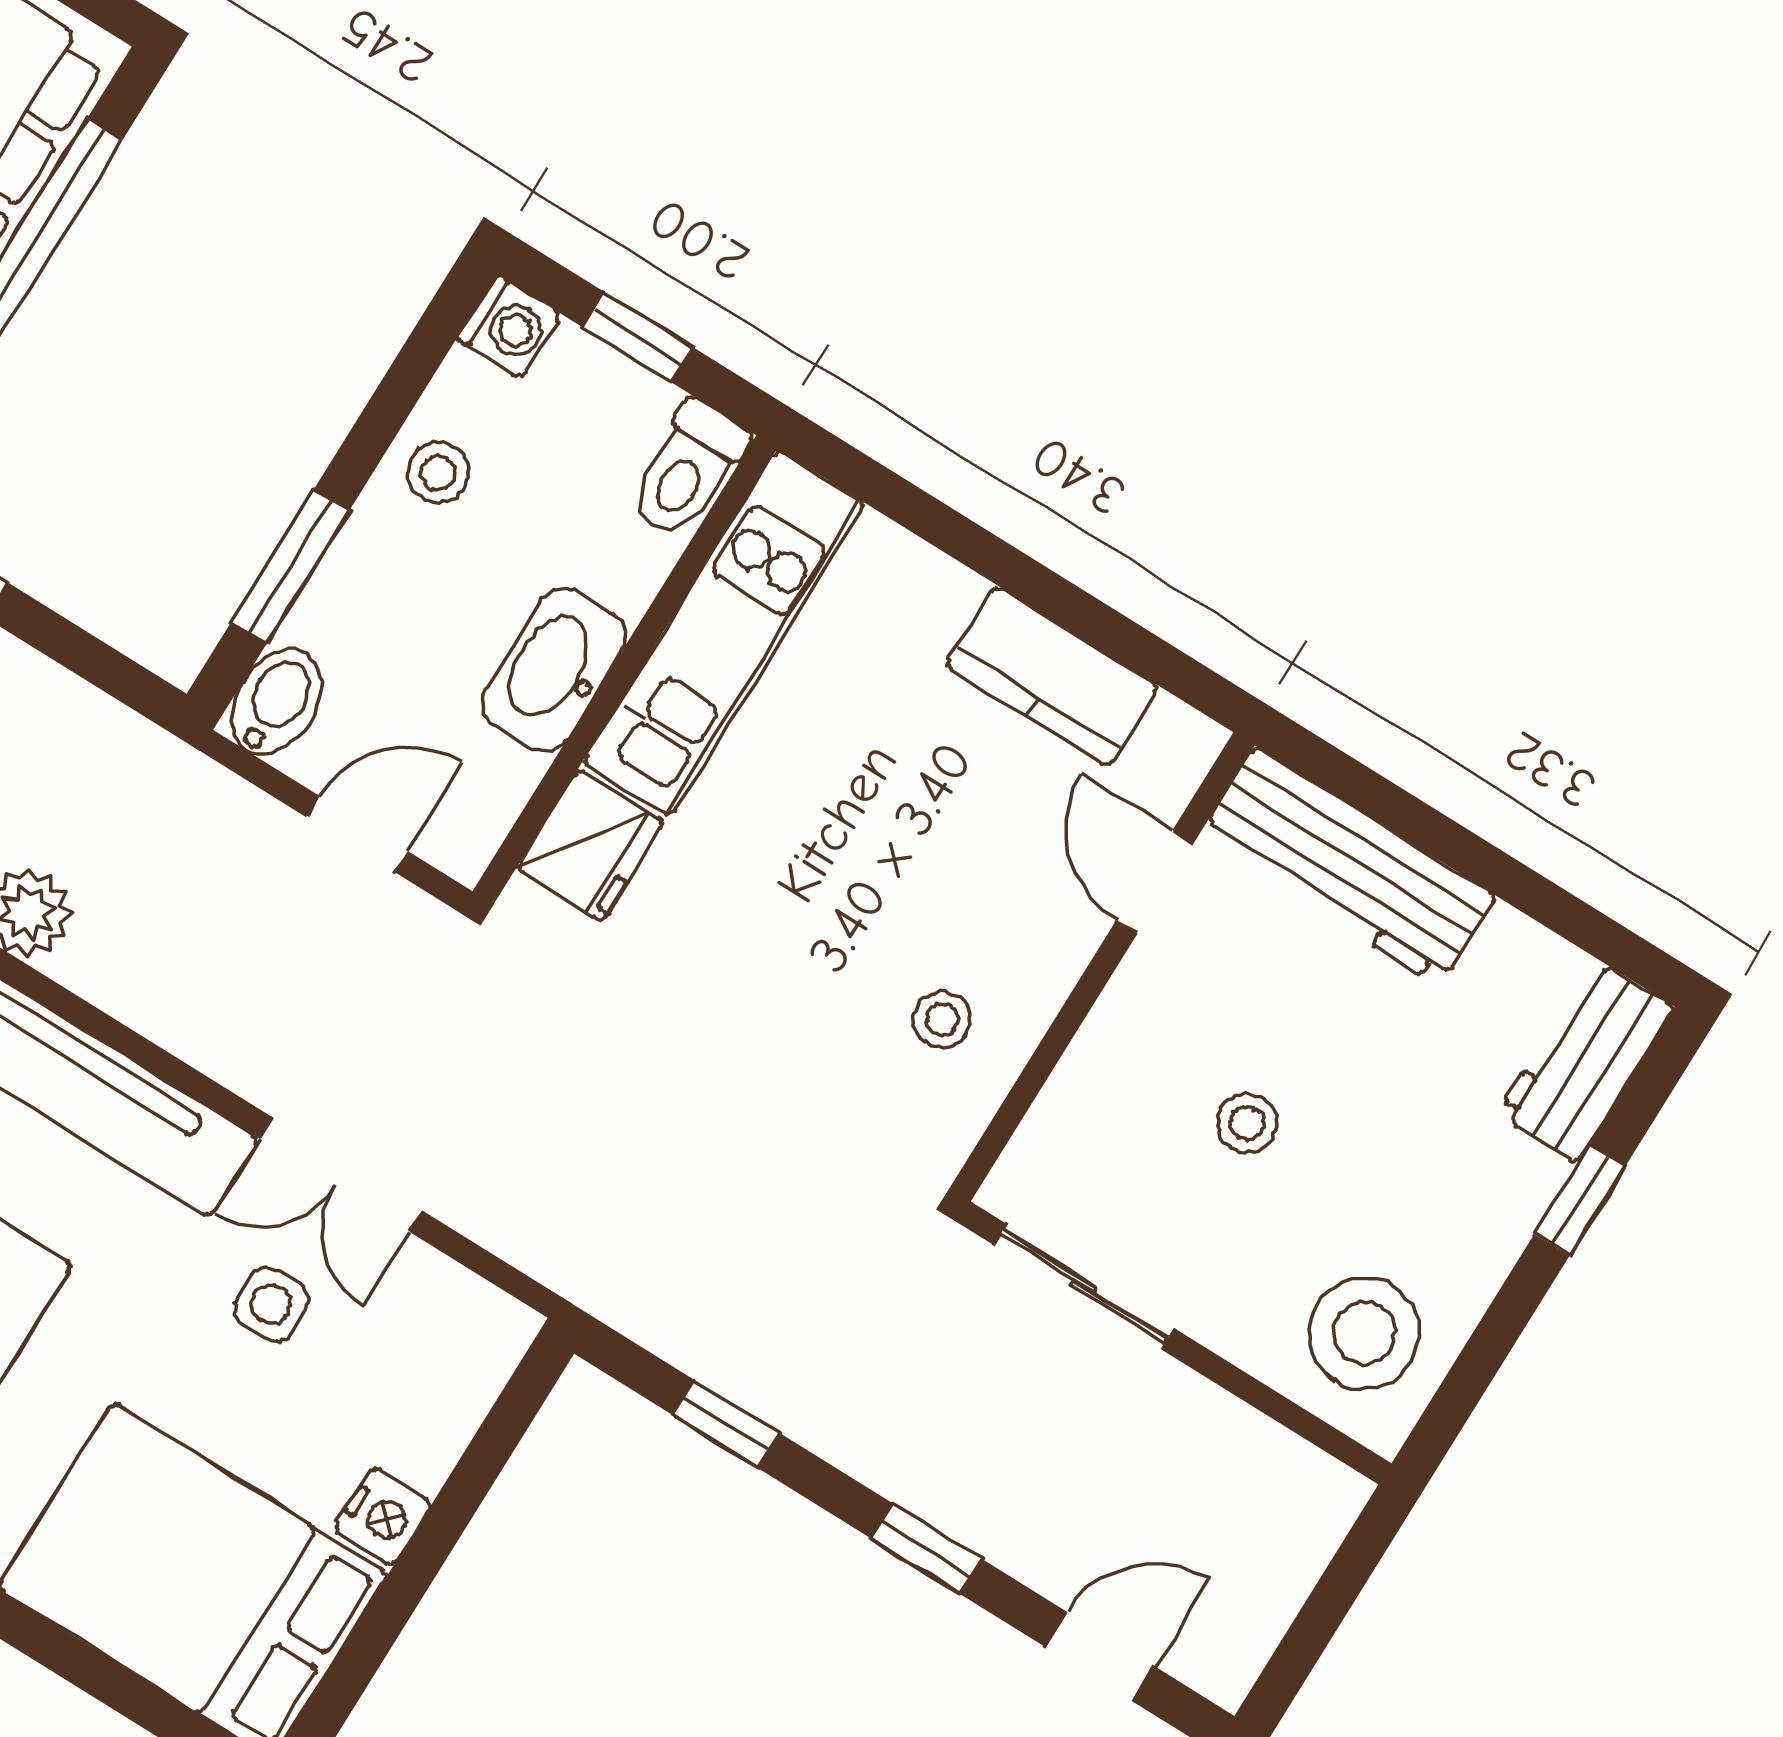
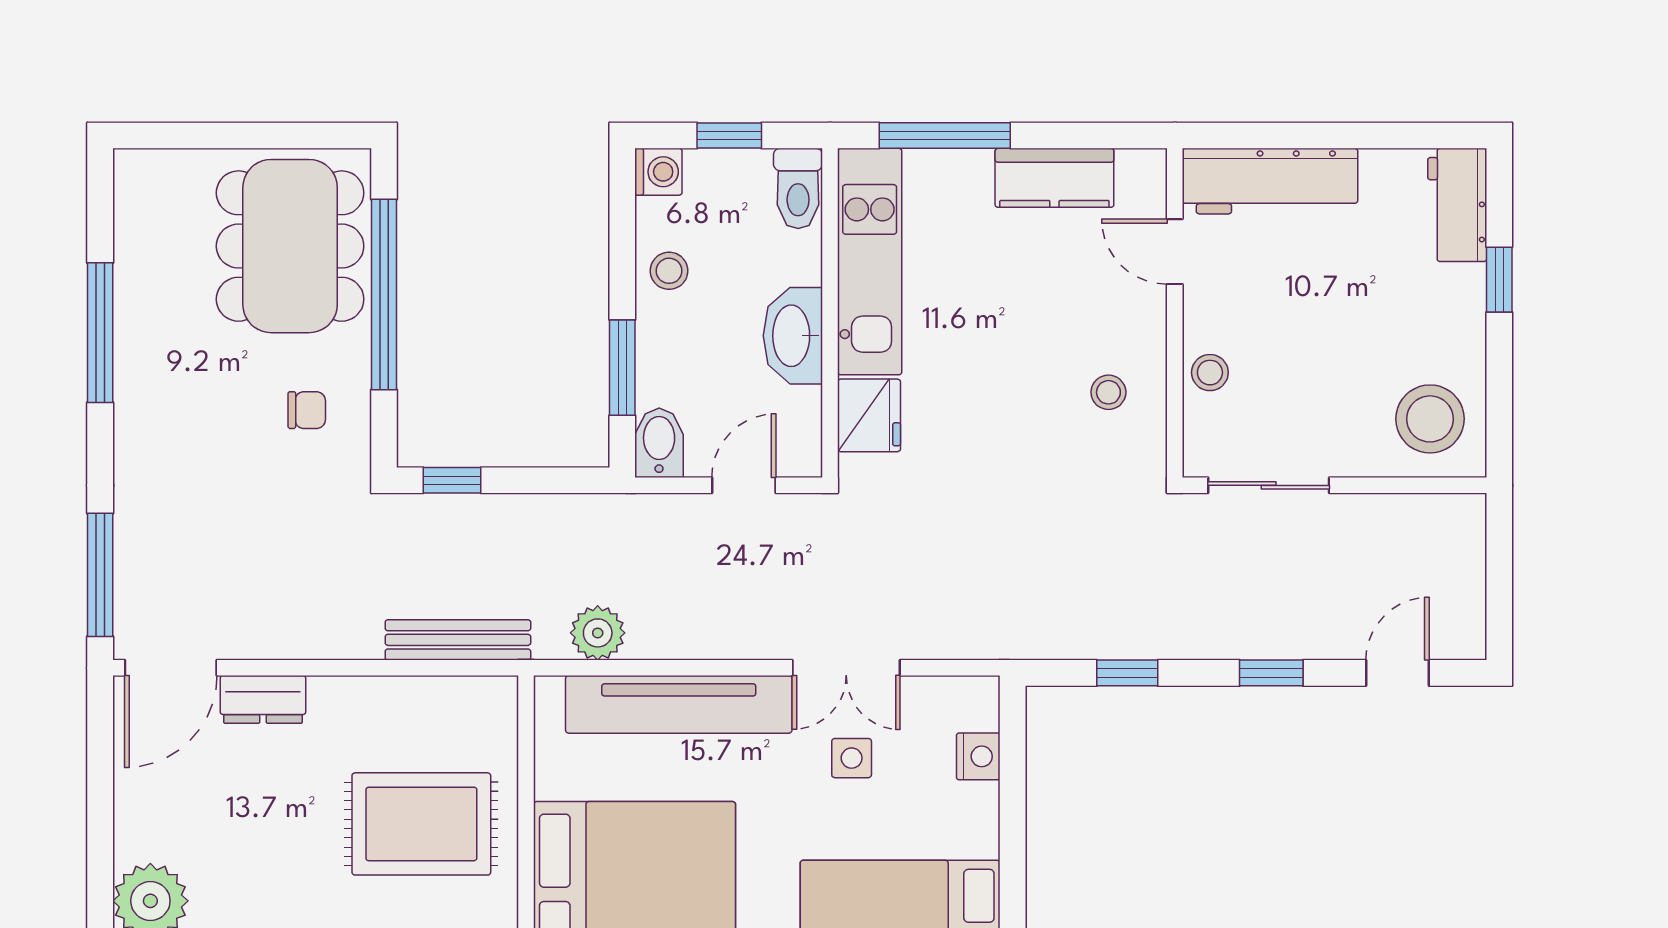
window: (936, 523) -> (945, 136), added
stool: (1247, 1123) -> (1210, 373), moved
nightstand: (382, 1517) -> (978, 756), moved

